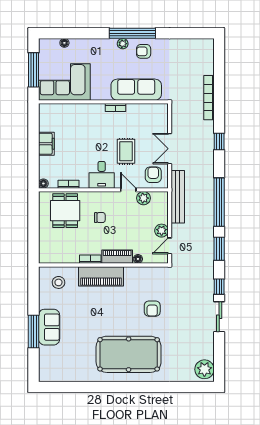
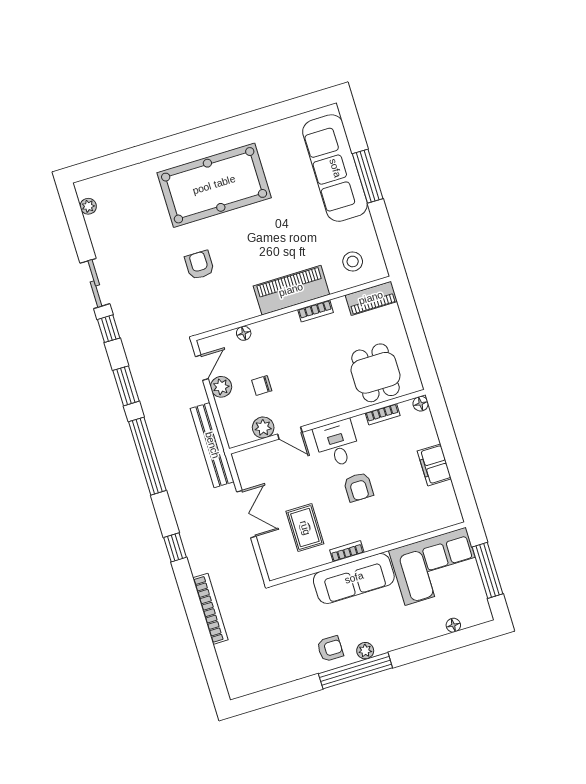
sofa: (136, 90) -> (354, 578), moved
rug: (126, 151) -> (305, 528), moved
armchair: (153, 175) -> (358, 487), moved
chair: (100, 218) -> (262, 385), moved
piano: (117, 257) -> (371, 298), moved
sofa: (49, 327) -> (335, 168), width x1.85, depth x1.27
plant: (204, 369) -> (88, 206), width x0.53, depth x0.53

